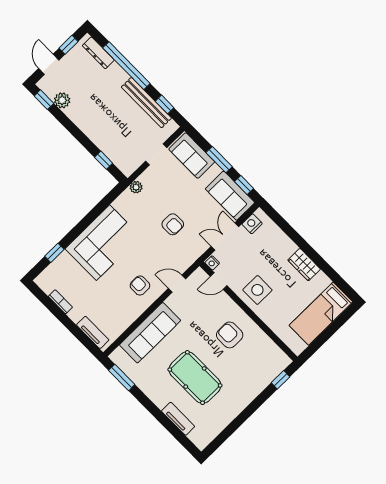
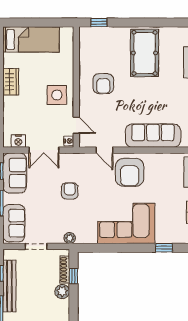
plant: (100, 139) -> (62, 292), added
shoe rack: (116, 159) -> (65, 269), added
armchair: (140, 286) -> (130, 172), width x1.88, depth x1.88
pool table: (195, 378) -> (145, 53), moved

